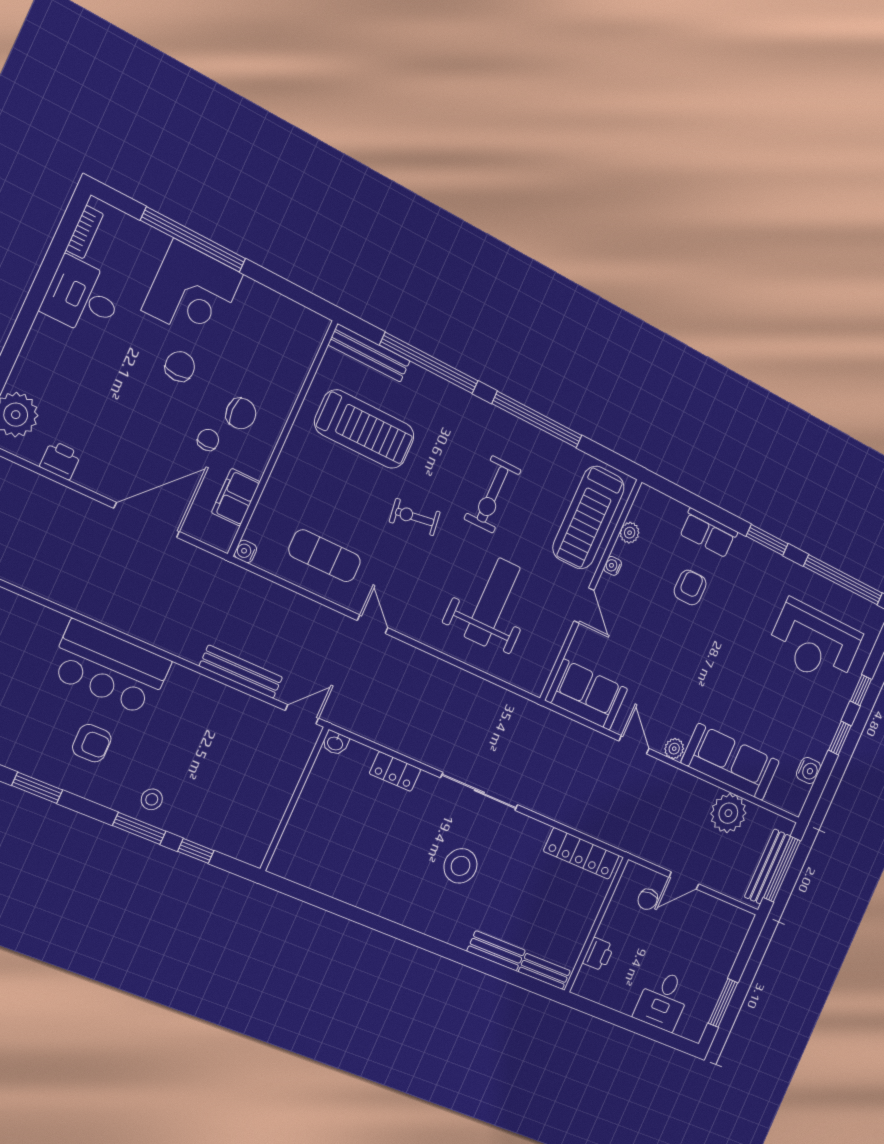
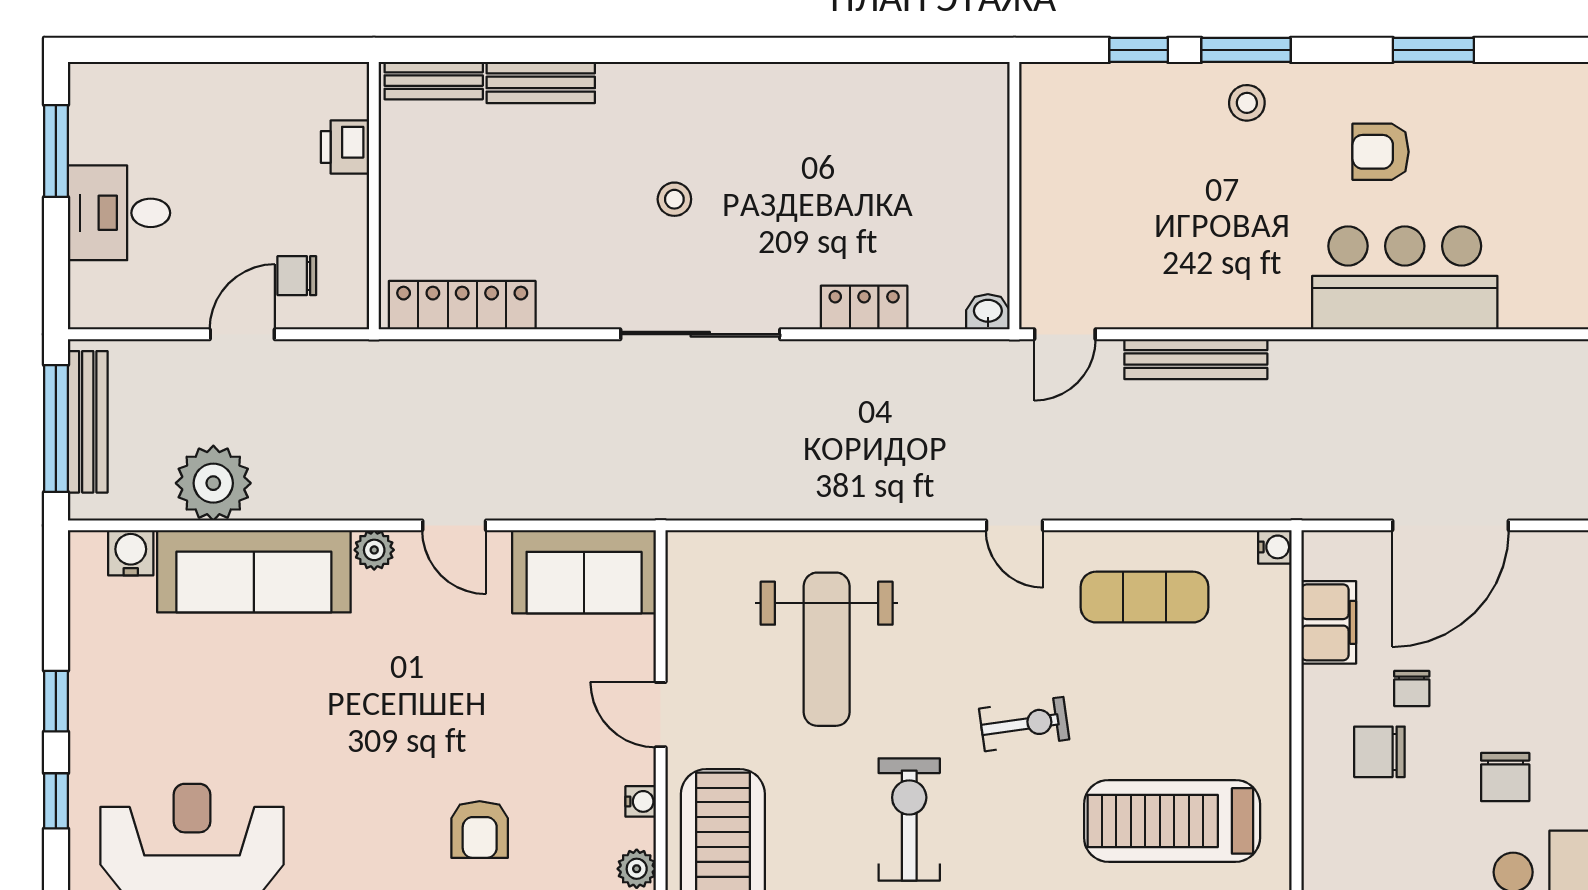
water cooler: (808, 770) -> (131, 553), moved, turned 90
stool: (460, 866) -> (674, 199), width x0.53, depth x0.53
chair: (648, 899) -> (297, 276), turned -90
desk: (663, 1000) -> (119, 213), moved, turned -90

